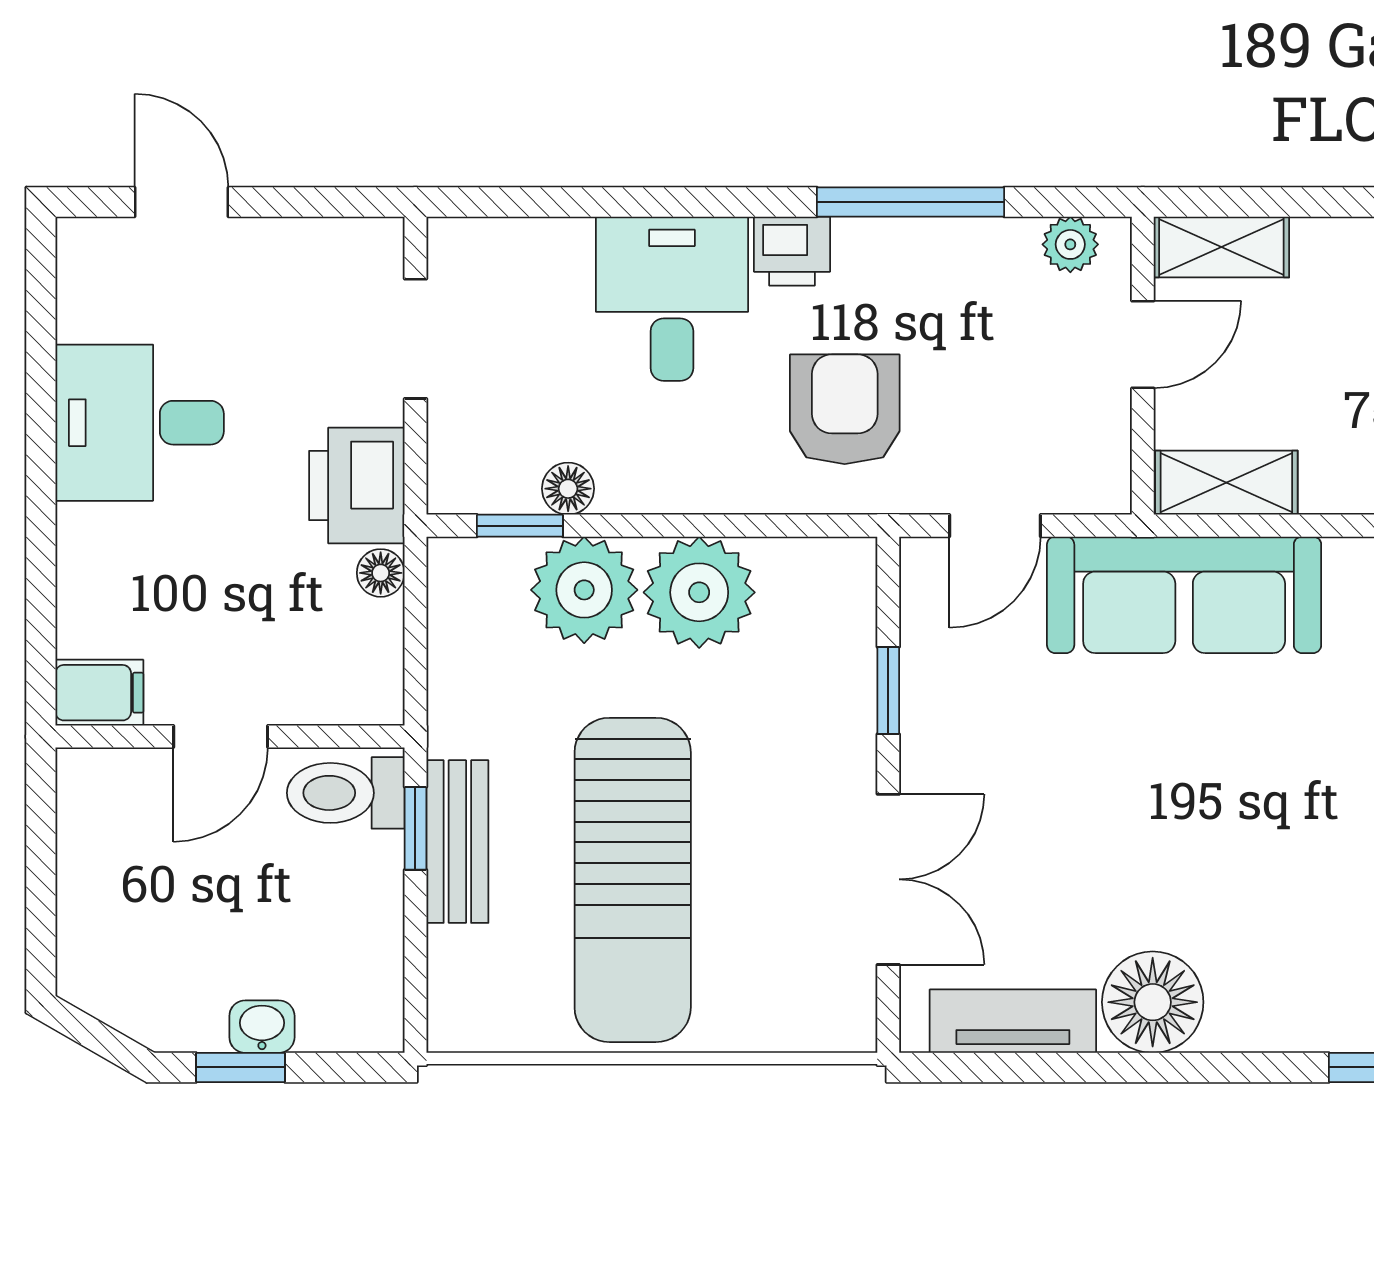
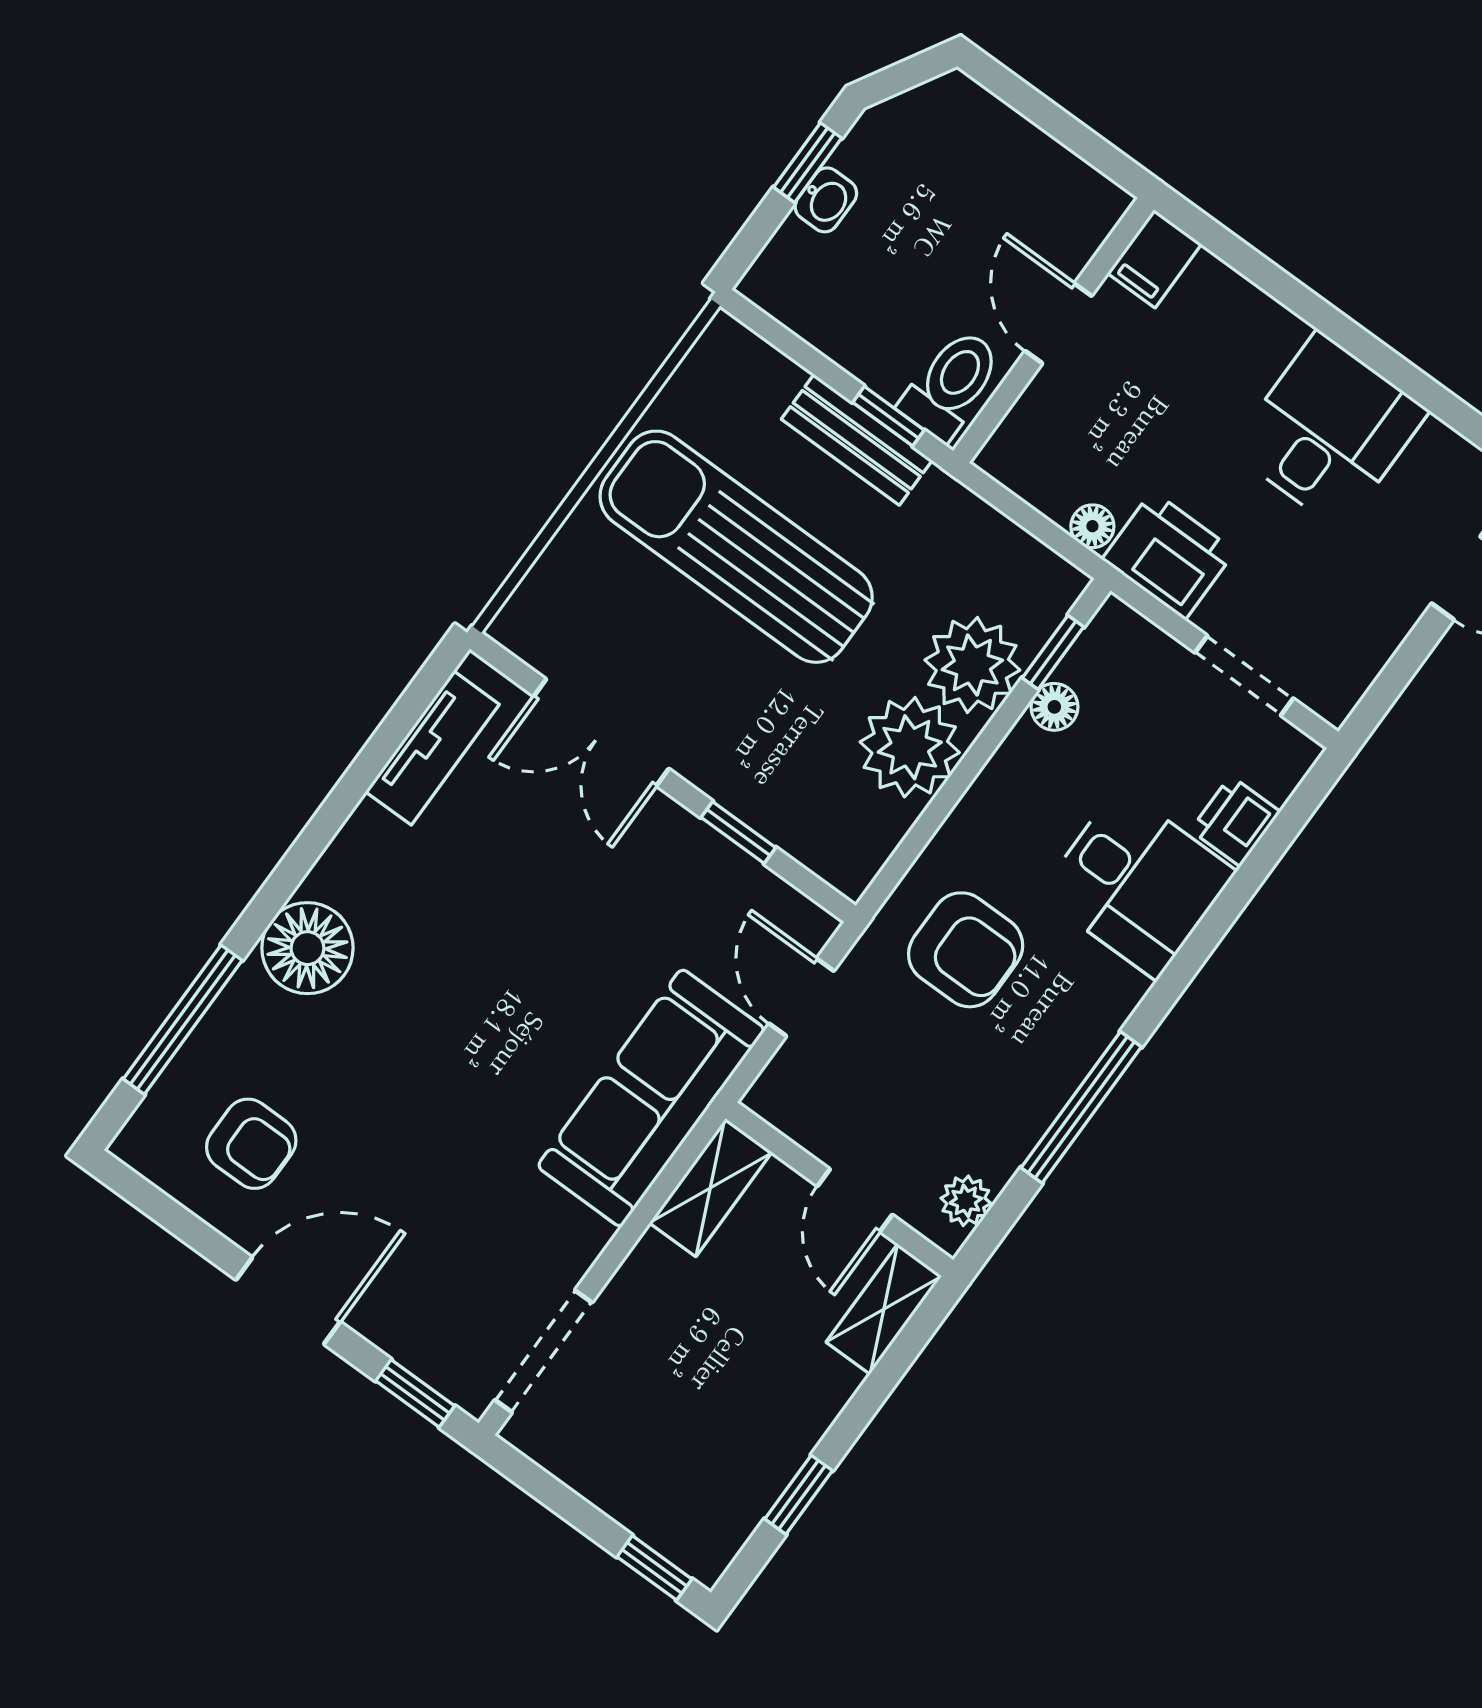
printer: (792, 251) -> (1235, 821), moved
floor lamp: (1153, 1002) -> (307, 948), moved

